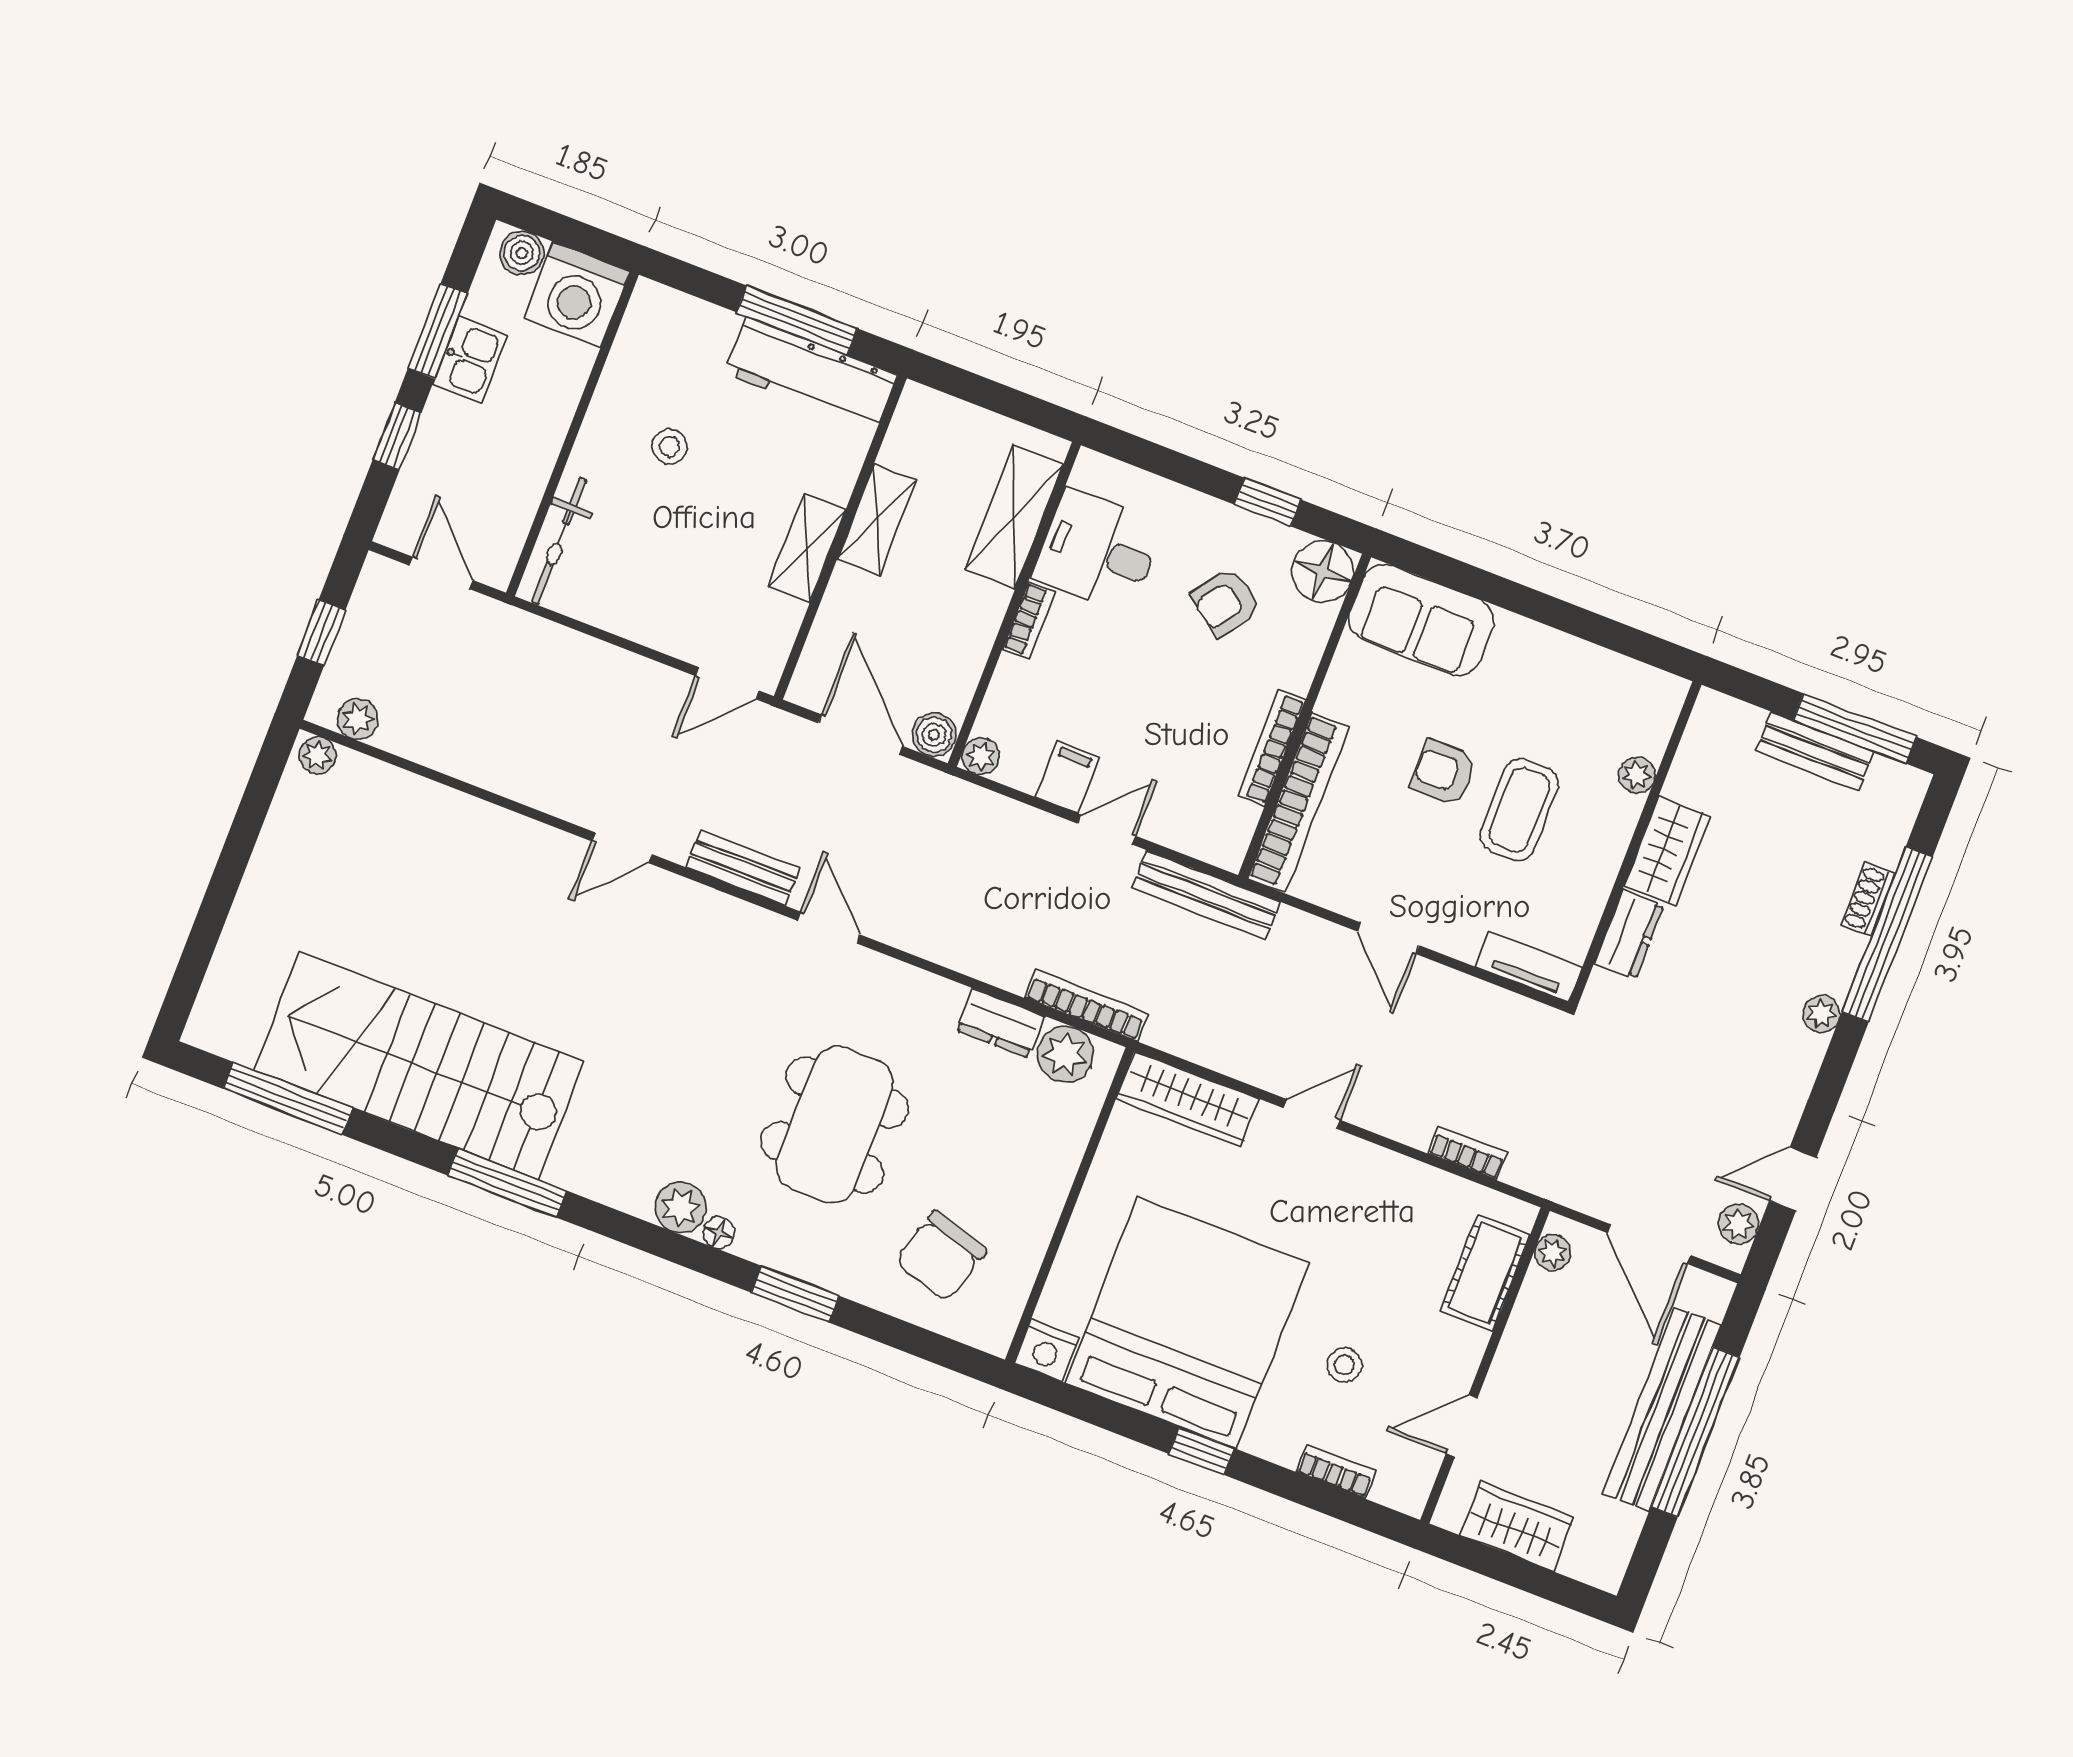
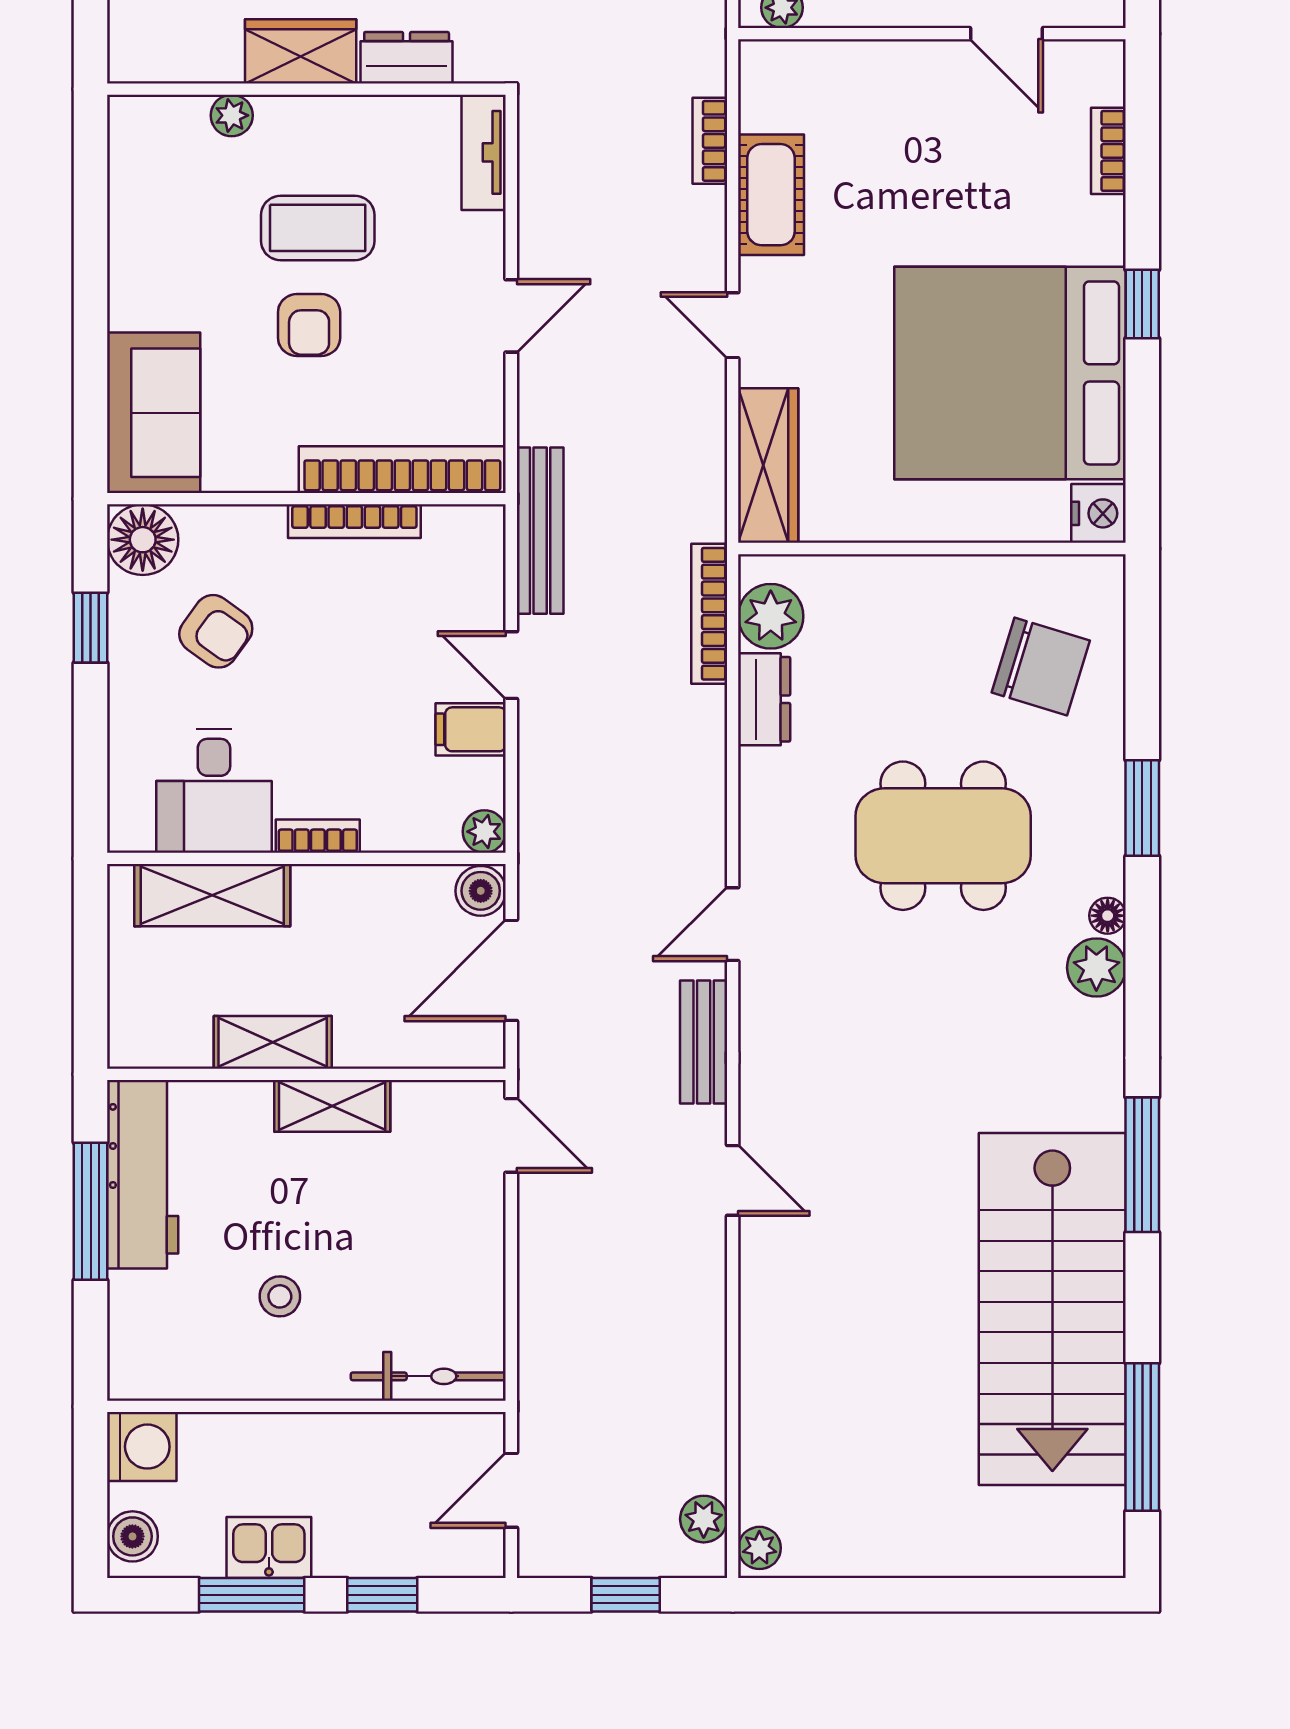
washing machine: (577, 295) -> (142, 1447), width x0.73, depth x0.73
cot: (1485, 1273) -> (771, 195), moved, turned 90
stool: (1344, 1365) -> (990, 186), removed

